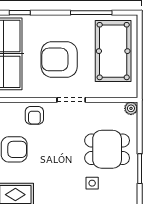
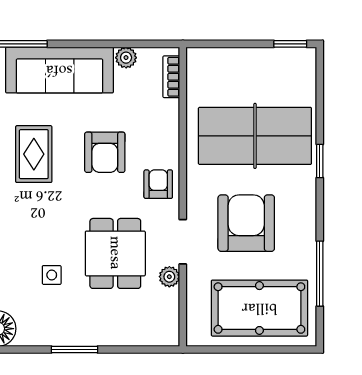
plant: (131, 108) -> (169, 277), moved
armchair: (34, 115) -> (158, 184), turned 90
dining table: (107, 149) -> (115, 253), moved

